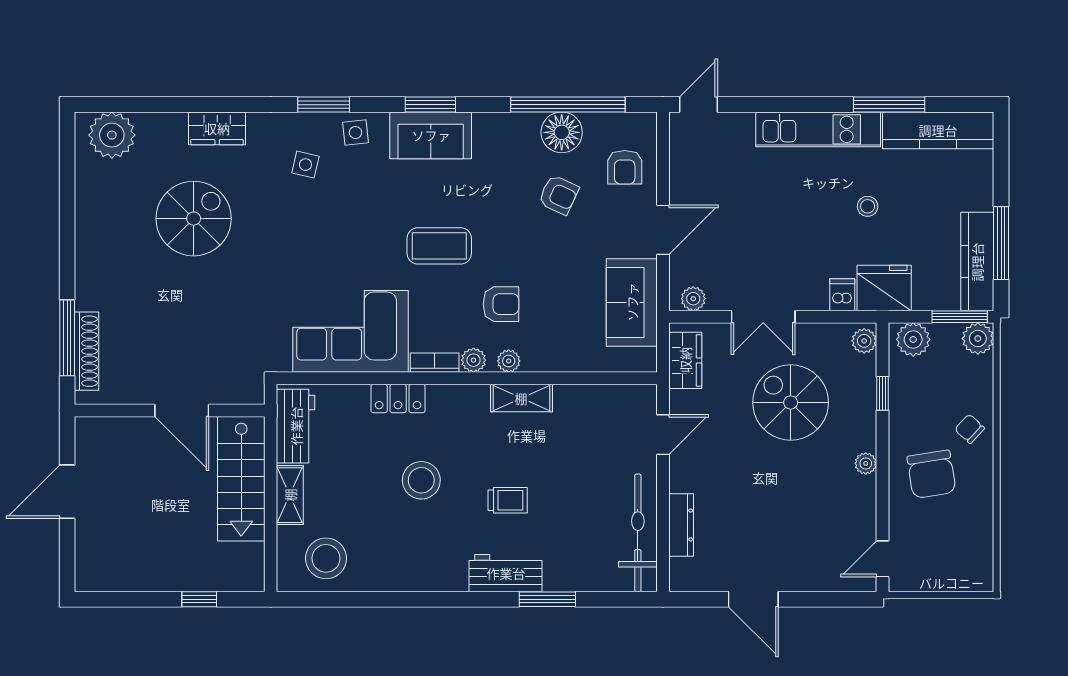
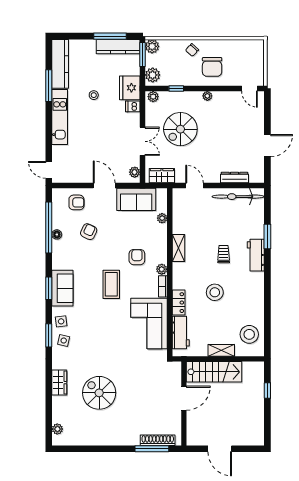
floor lamp: (562, 132) -> (57, 234), width x0.53, depth x0.53
plant: (112, 135) -> (57, 429), width x0.53, depth x0.53
side table: (305, 165) -> (64, 341), moved
plant: (509, 361) -> (162, 218), moved
workbench: (296, 426) -> (181, 332), moved, turned 90
chair: (931, 474) -> (212, 67), turned 99

